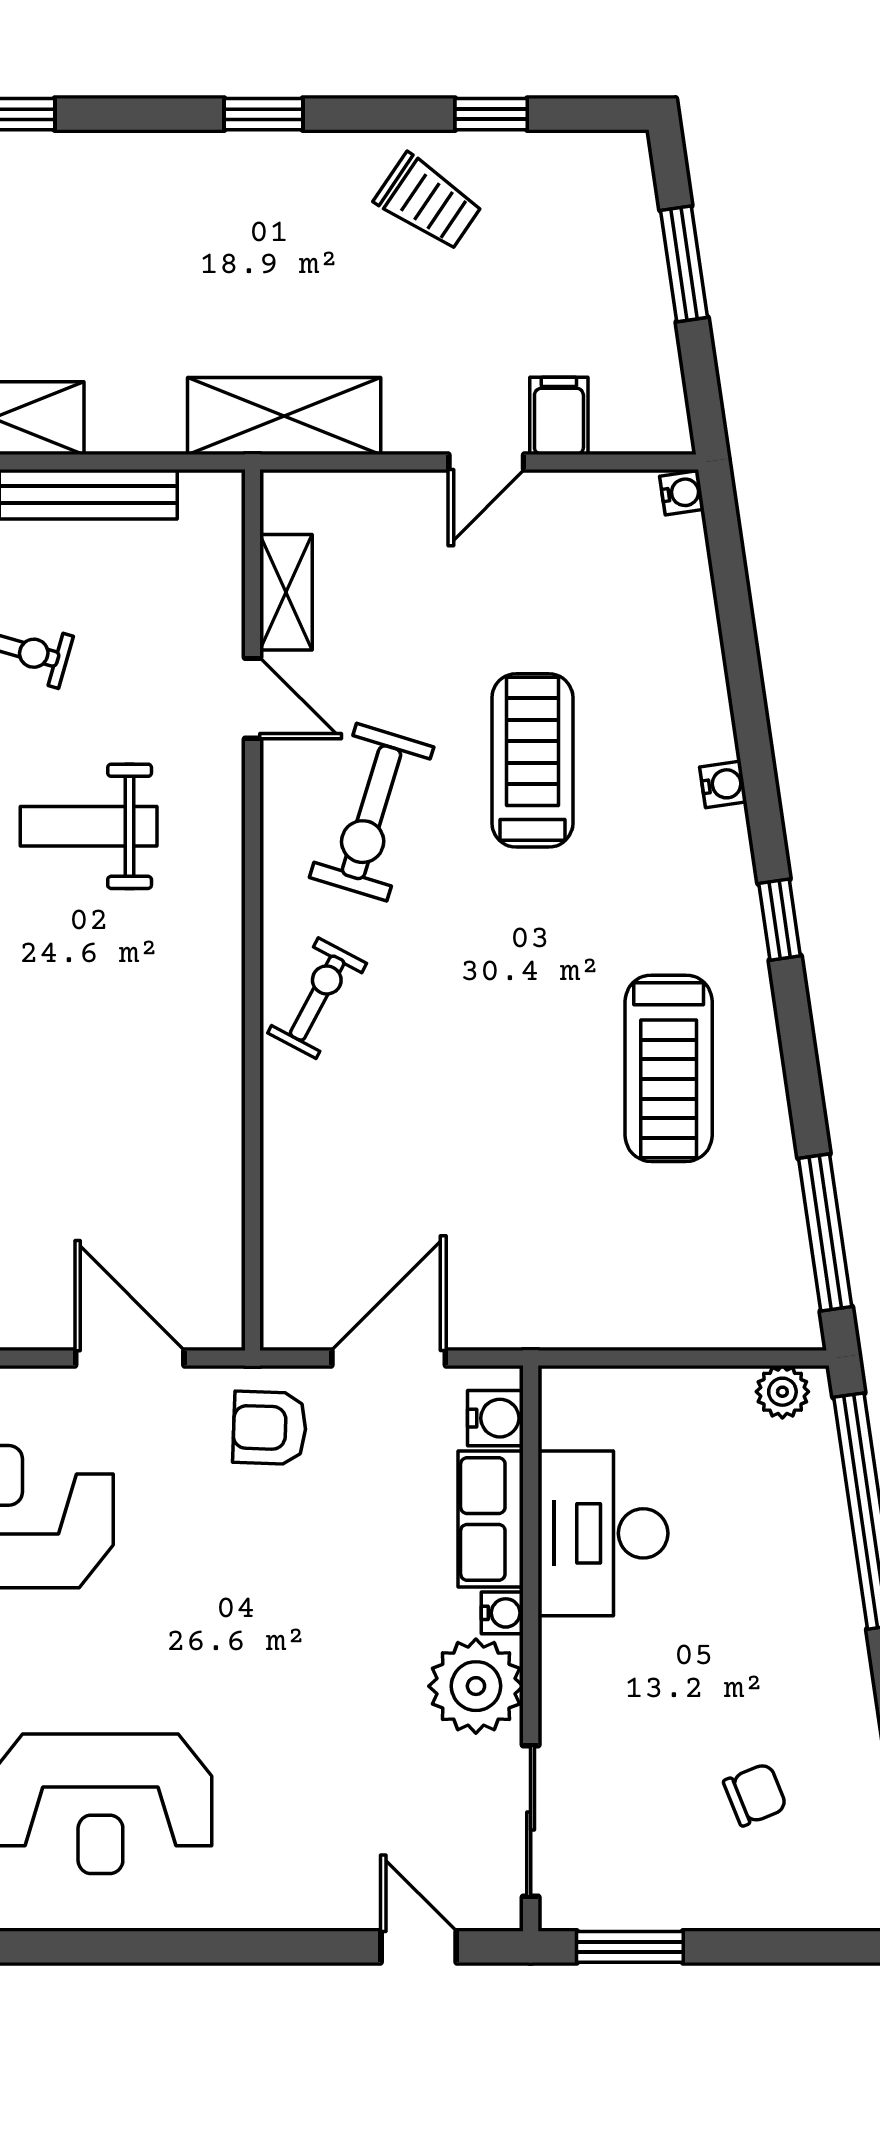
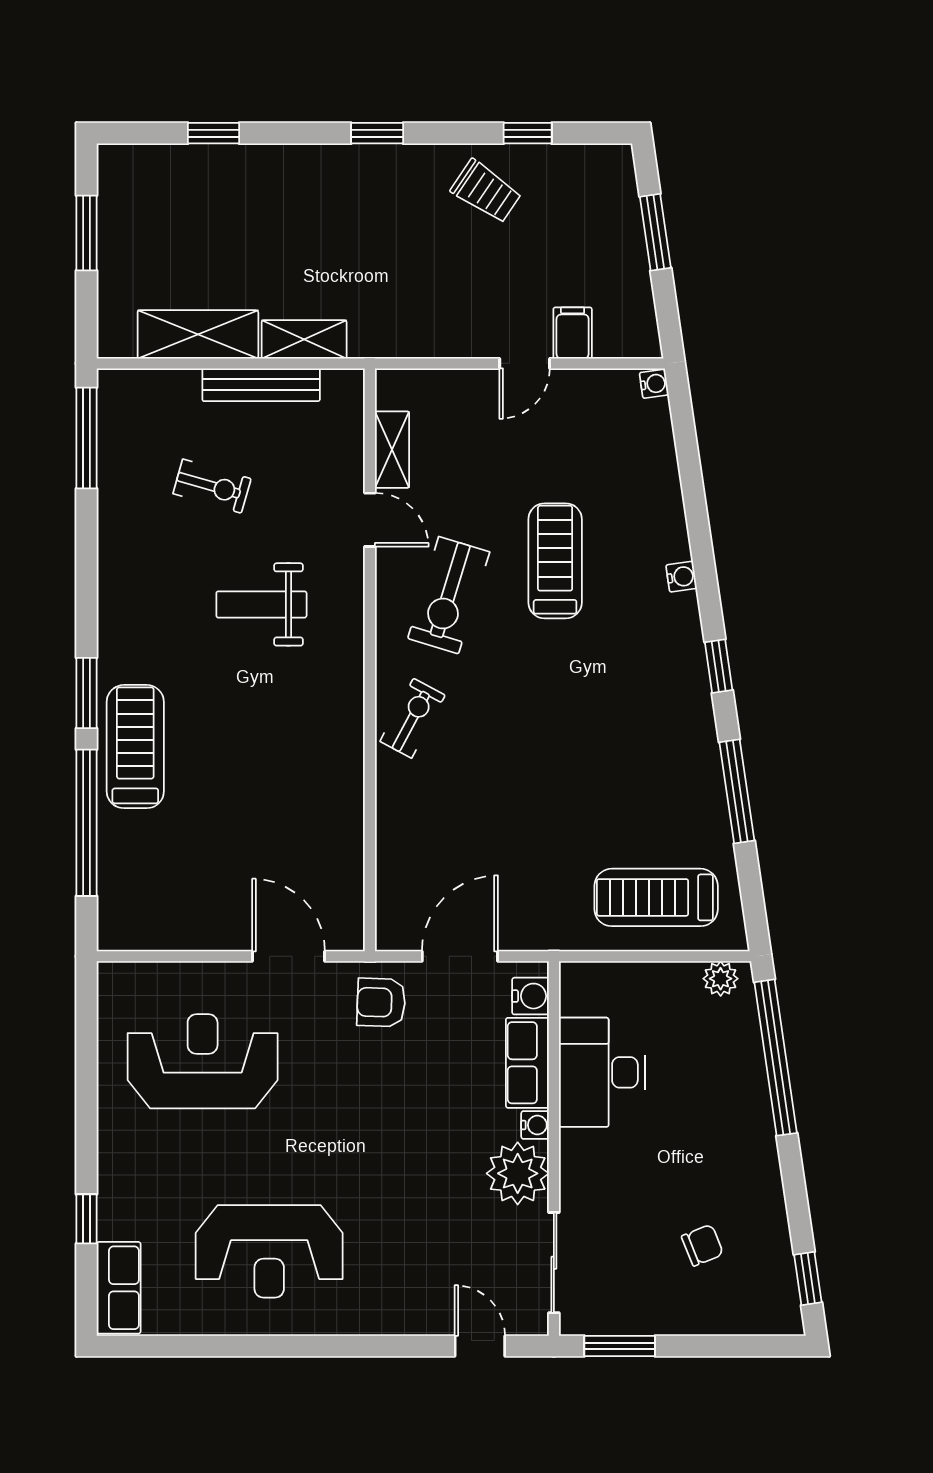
shelving: (284, 416) -> (304, 339), moved, width x0.67, depth x0.75
treadmill: (669, 1068) -> (656, 897), moved, turned 90
window: (825, 1232) -> (737, 791), moved

